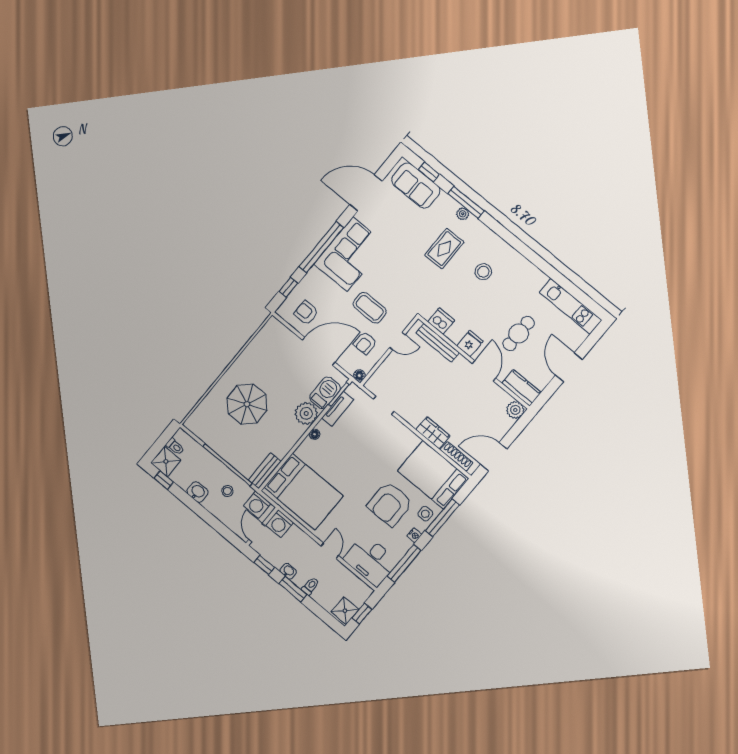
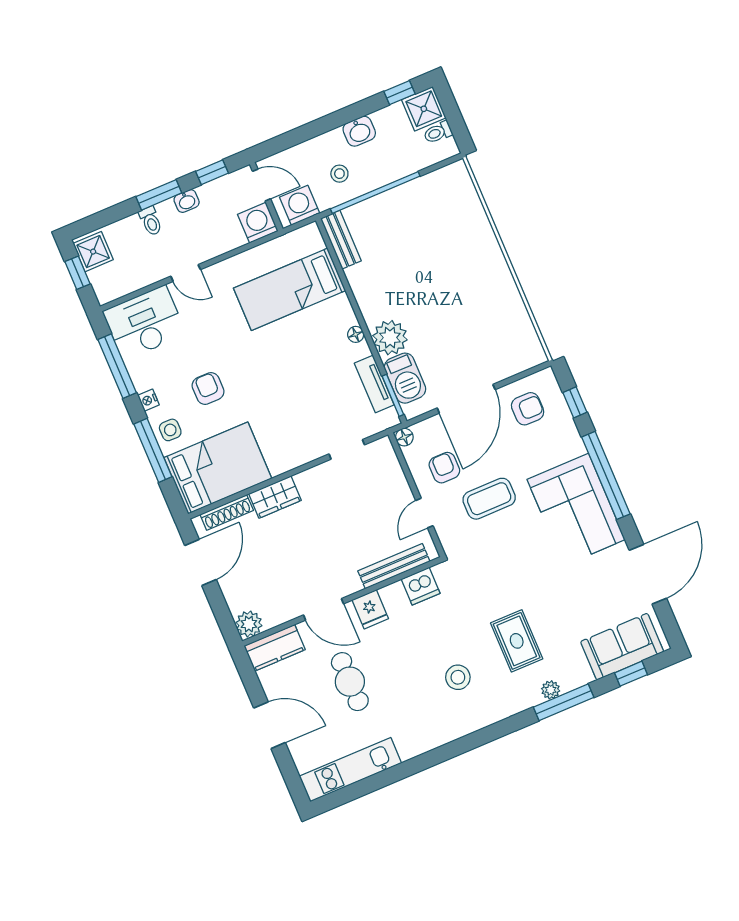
parasol: (247, 404) -> (445, 263), removed
bed: (304, 492) -> (290, 289), width x0.67
armchair: (390, 504) -> (208, 388), width x0.53, depth x0.53

